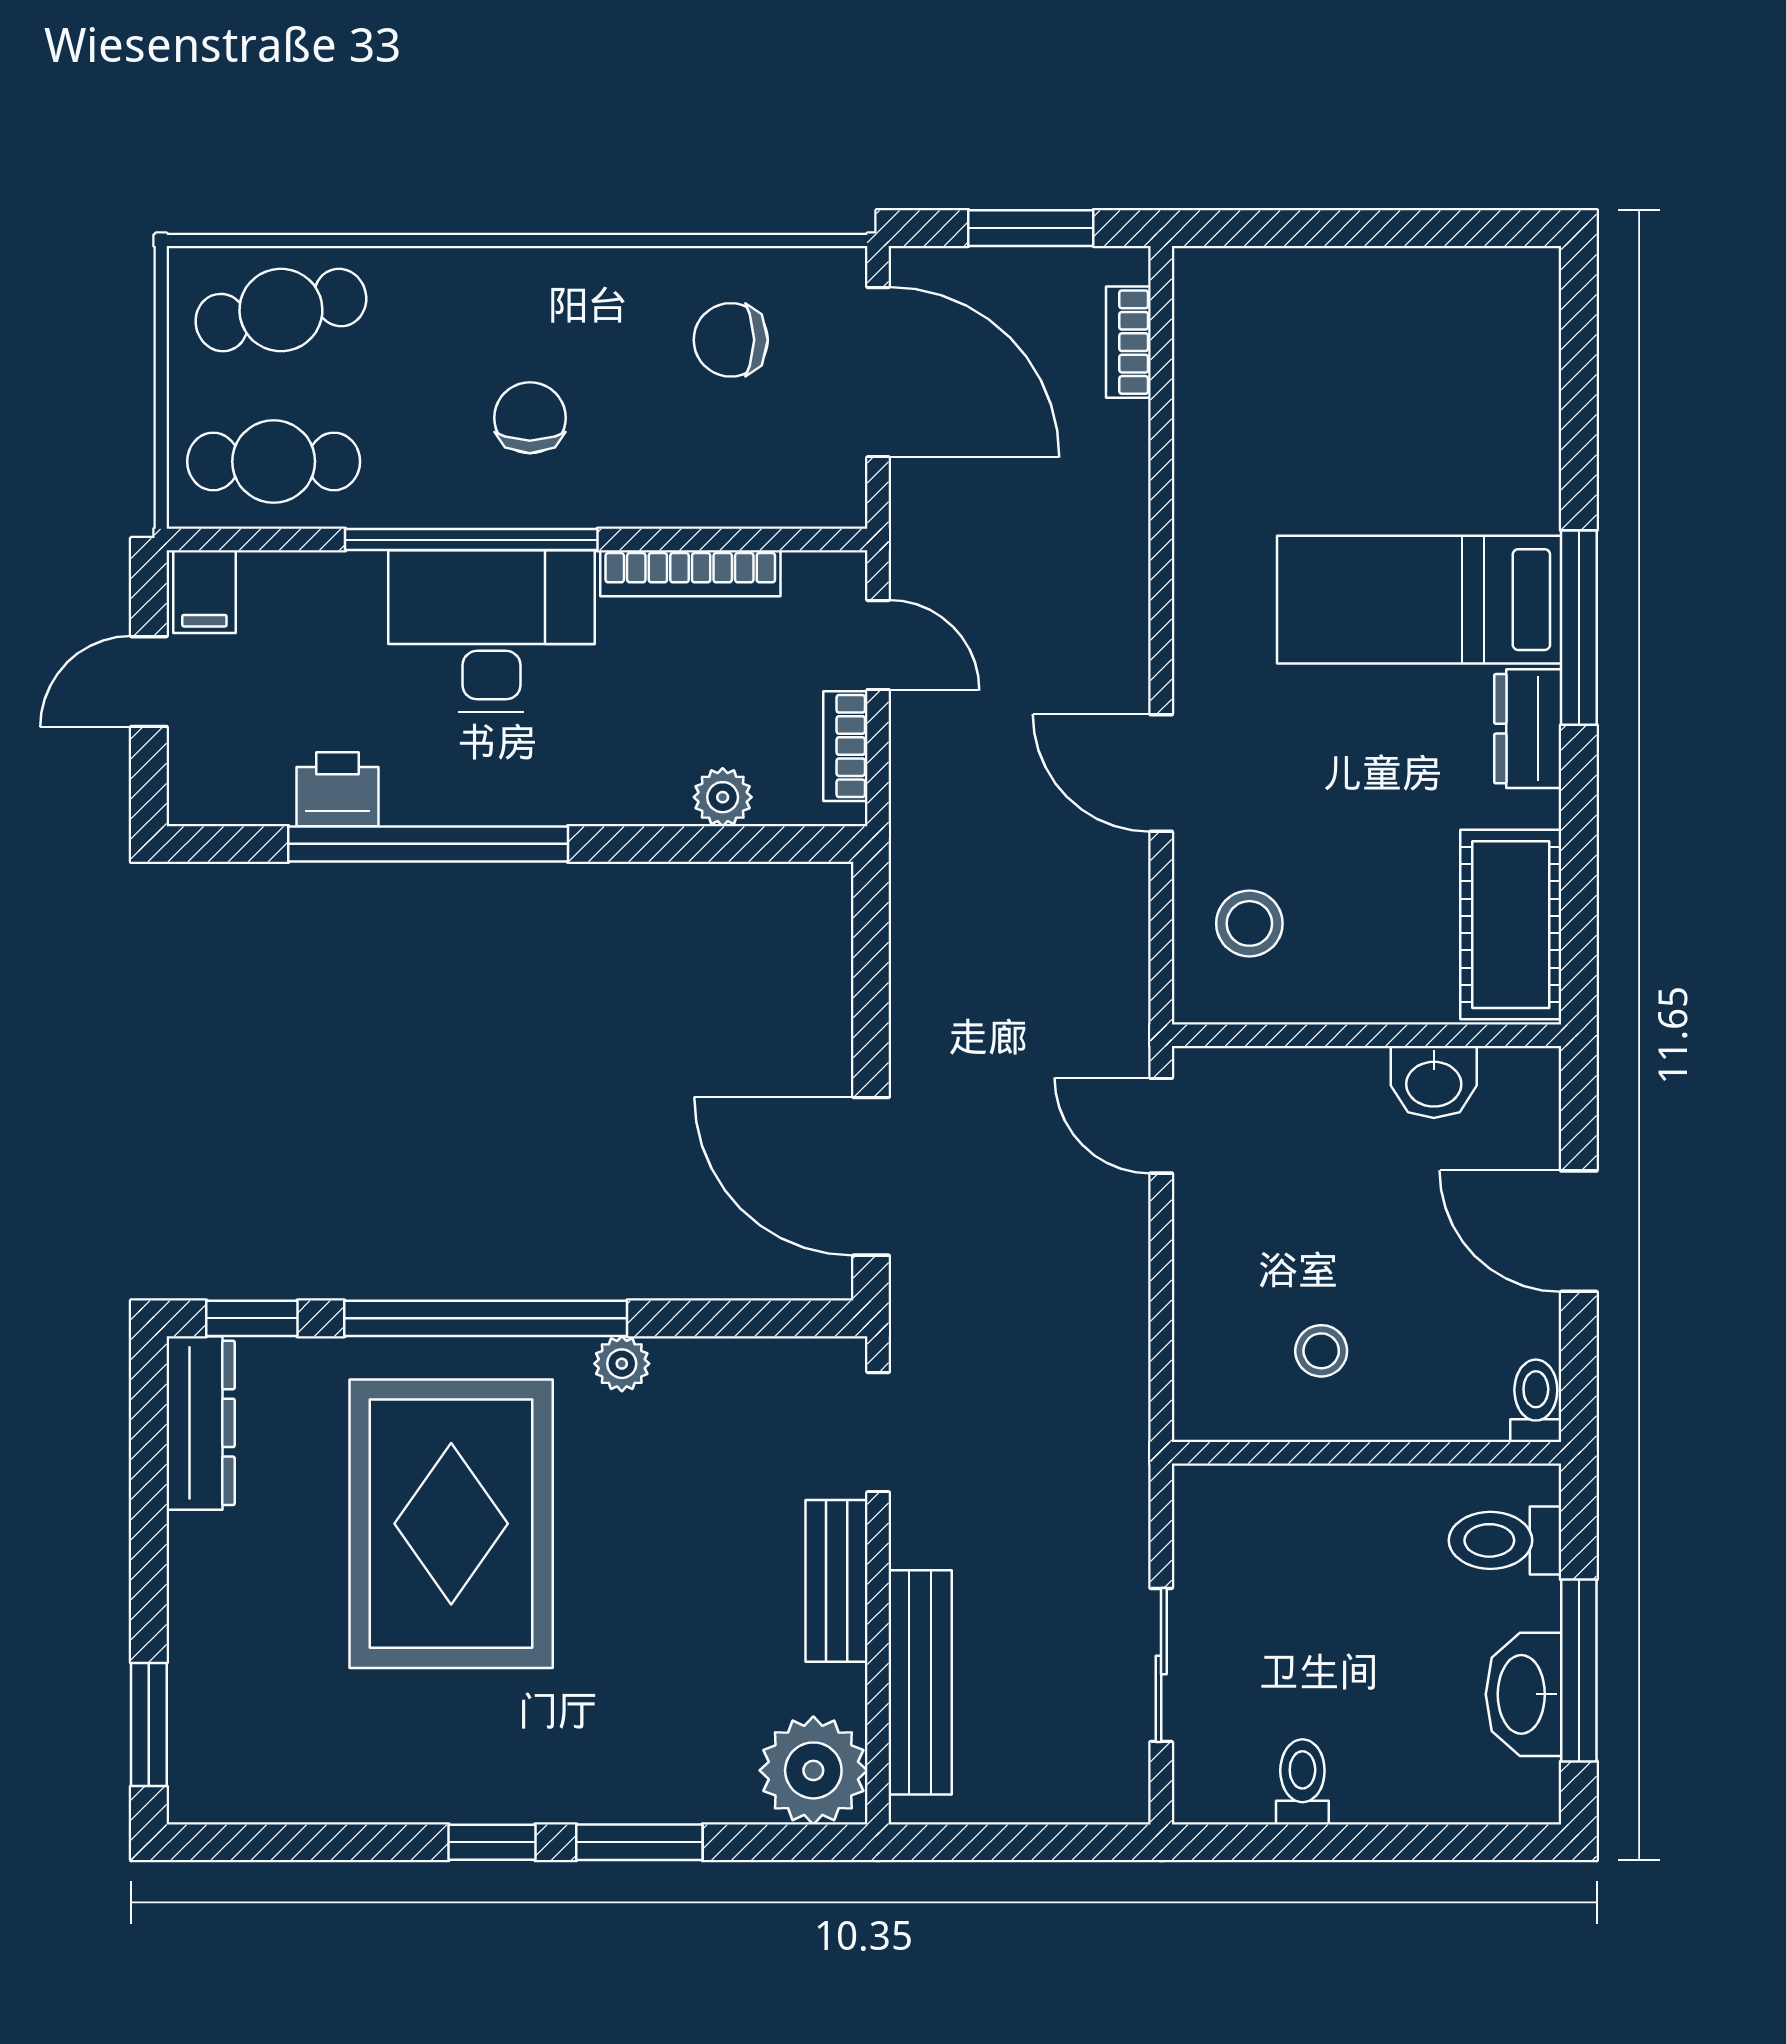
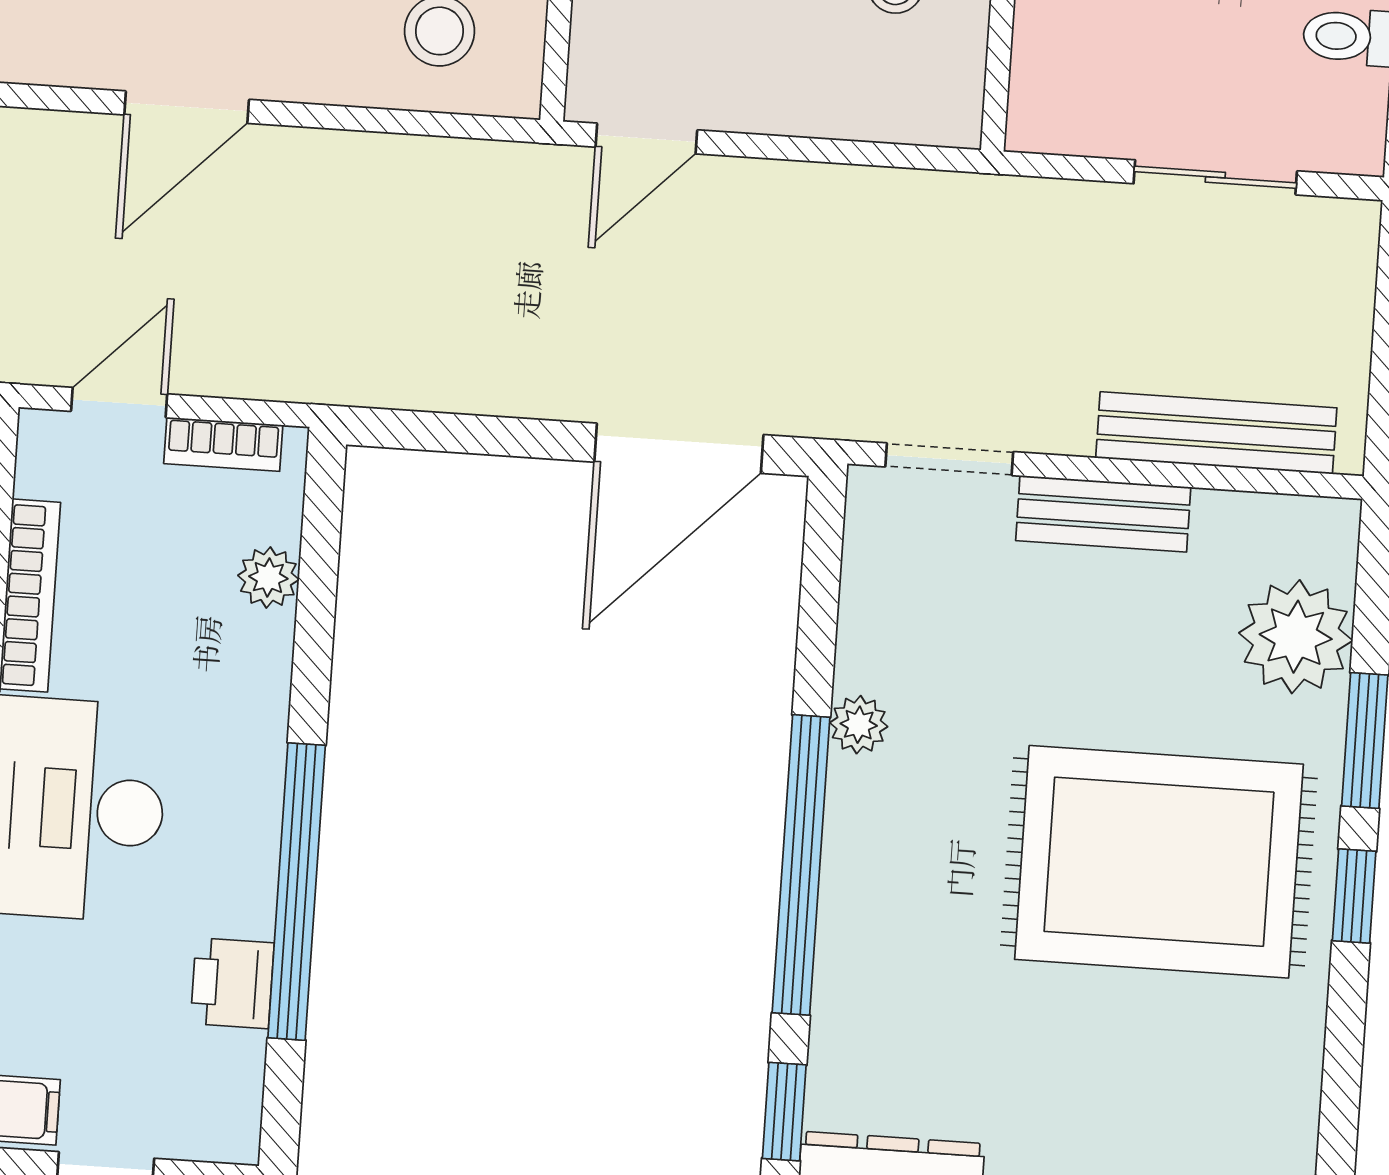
door: (1161, 773) -> (187, 107), moved
rug: (451, 1524) -> (1159, 862), moved
plant: (813, 1770) -> (1296, 637), moved

